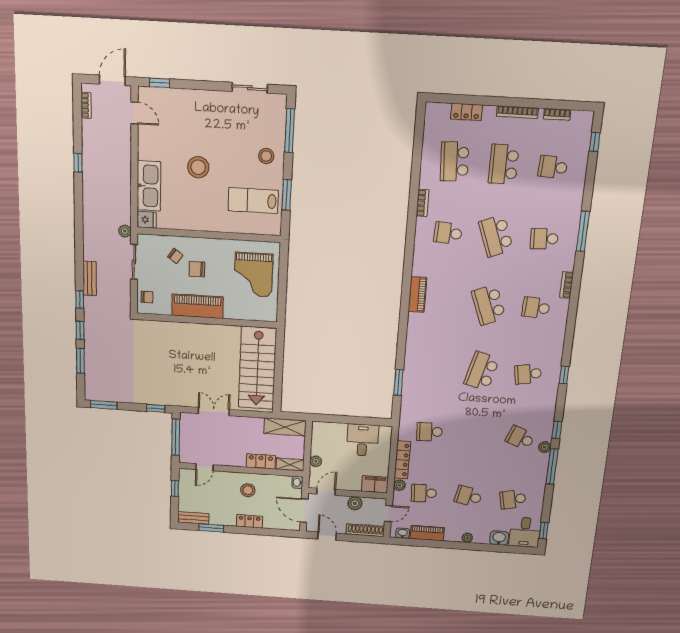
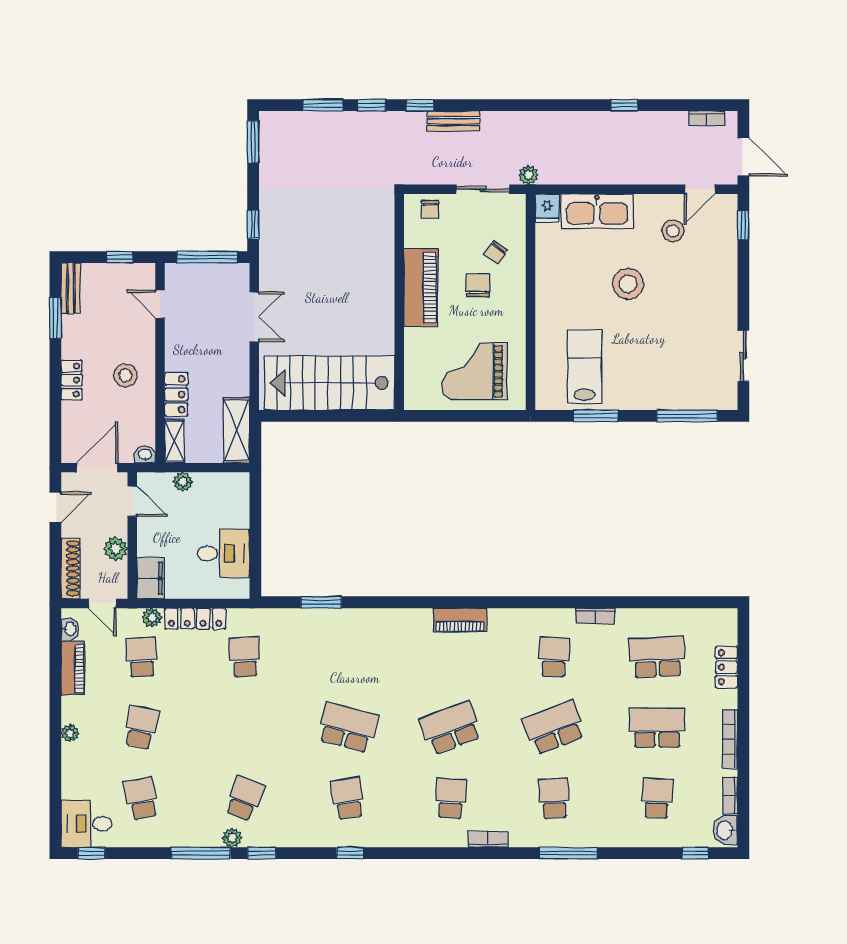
stool: (266, 156) -> (673, 231), moved
washbasin: (499, 538) -> (725, 830), moved, turned 180

